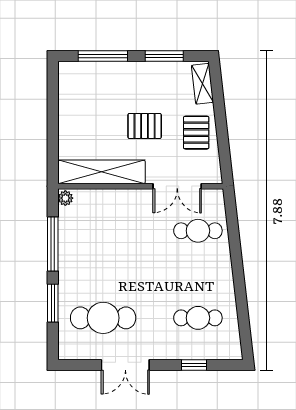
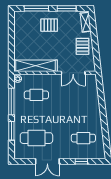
pallet: (145, 126) -> (49, 25), moved
cafe table: (198, 231) -> (36, 95), moved

